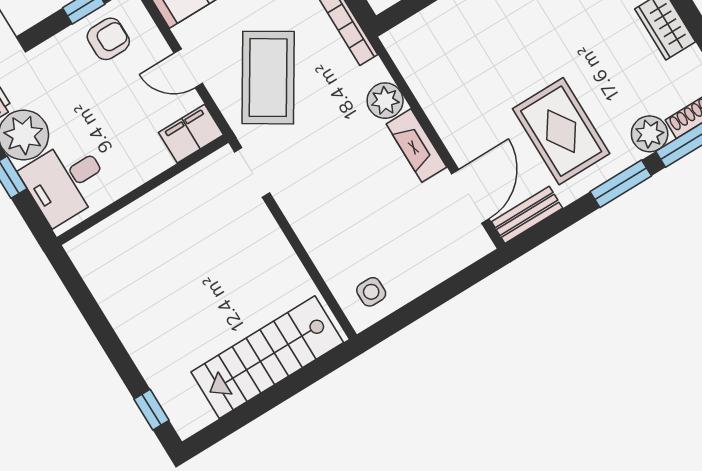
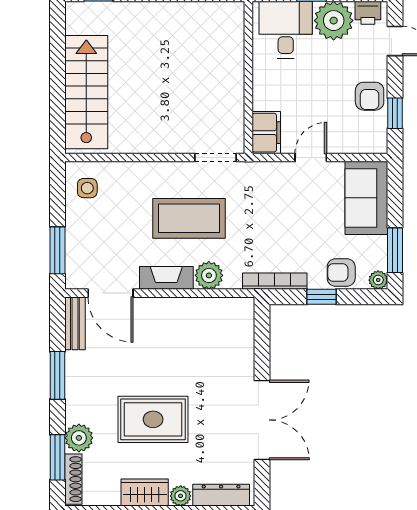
armchair: (108, 39) -> (370, 96), moved
coffee table: (268, 78) -> (189, 218), moved, turned -32
rug: (561, 131) -> (153, 419), moved
window: (621, 184) -> (57, 375), moved
window: (459, 283) -> (57, 250), added

